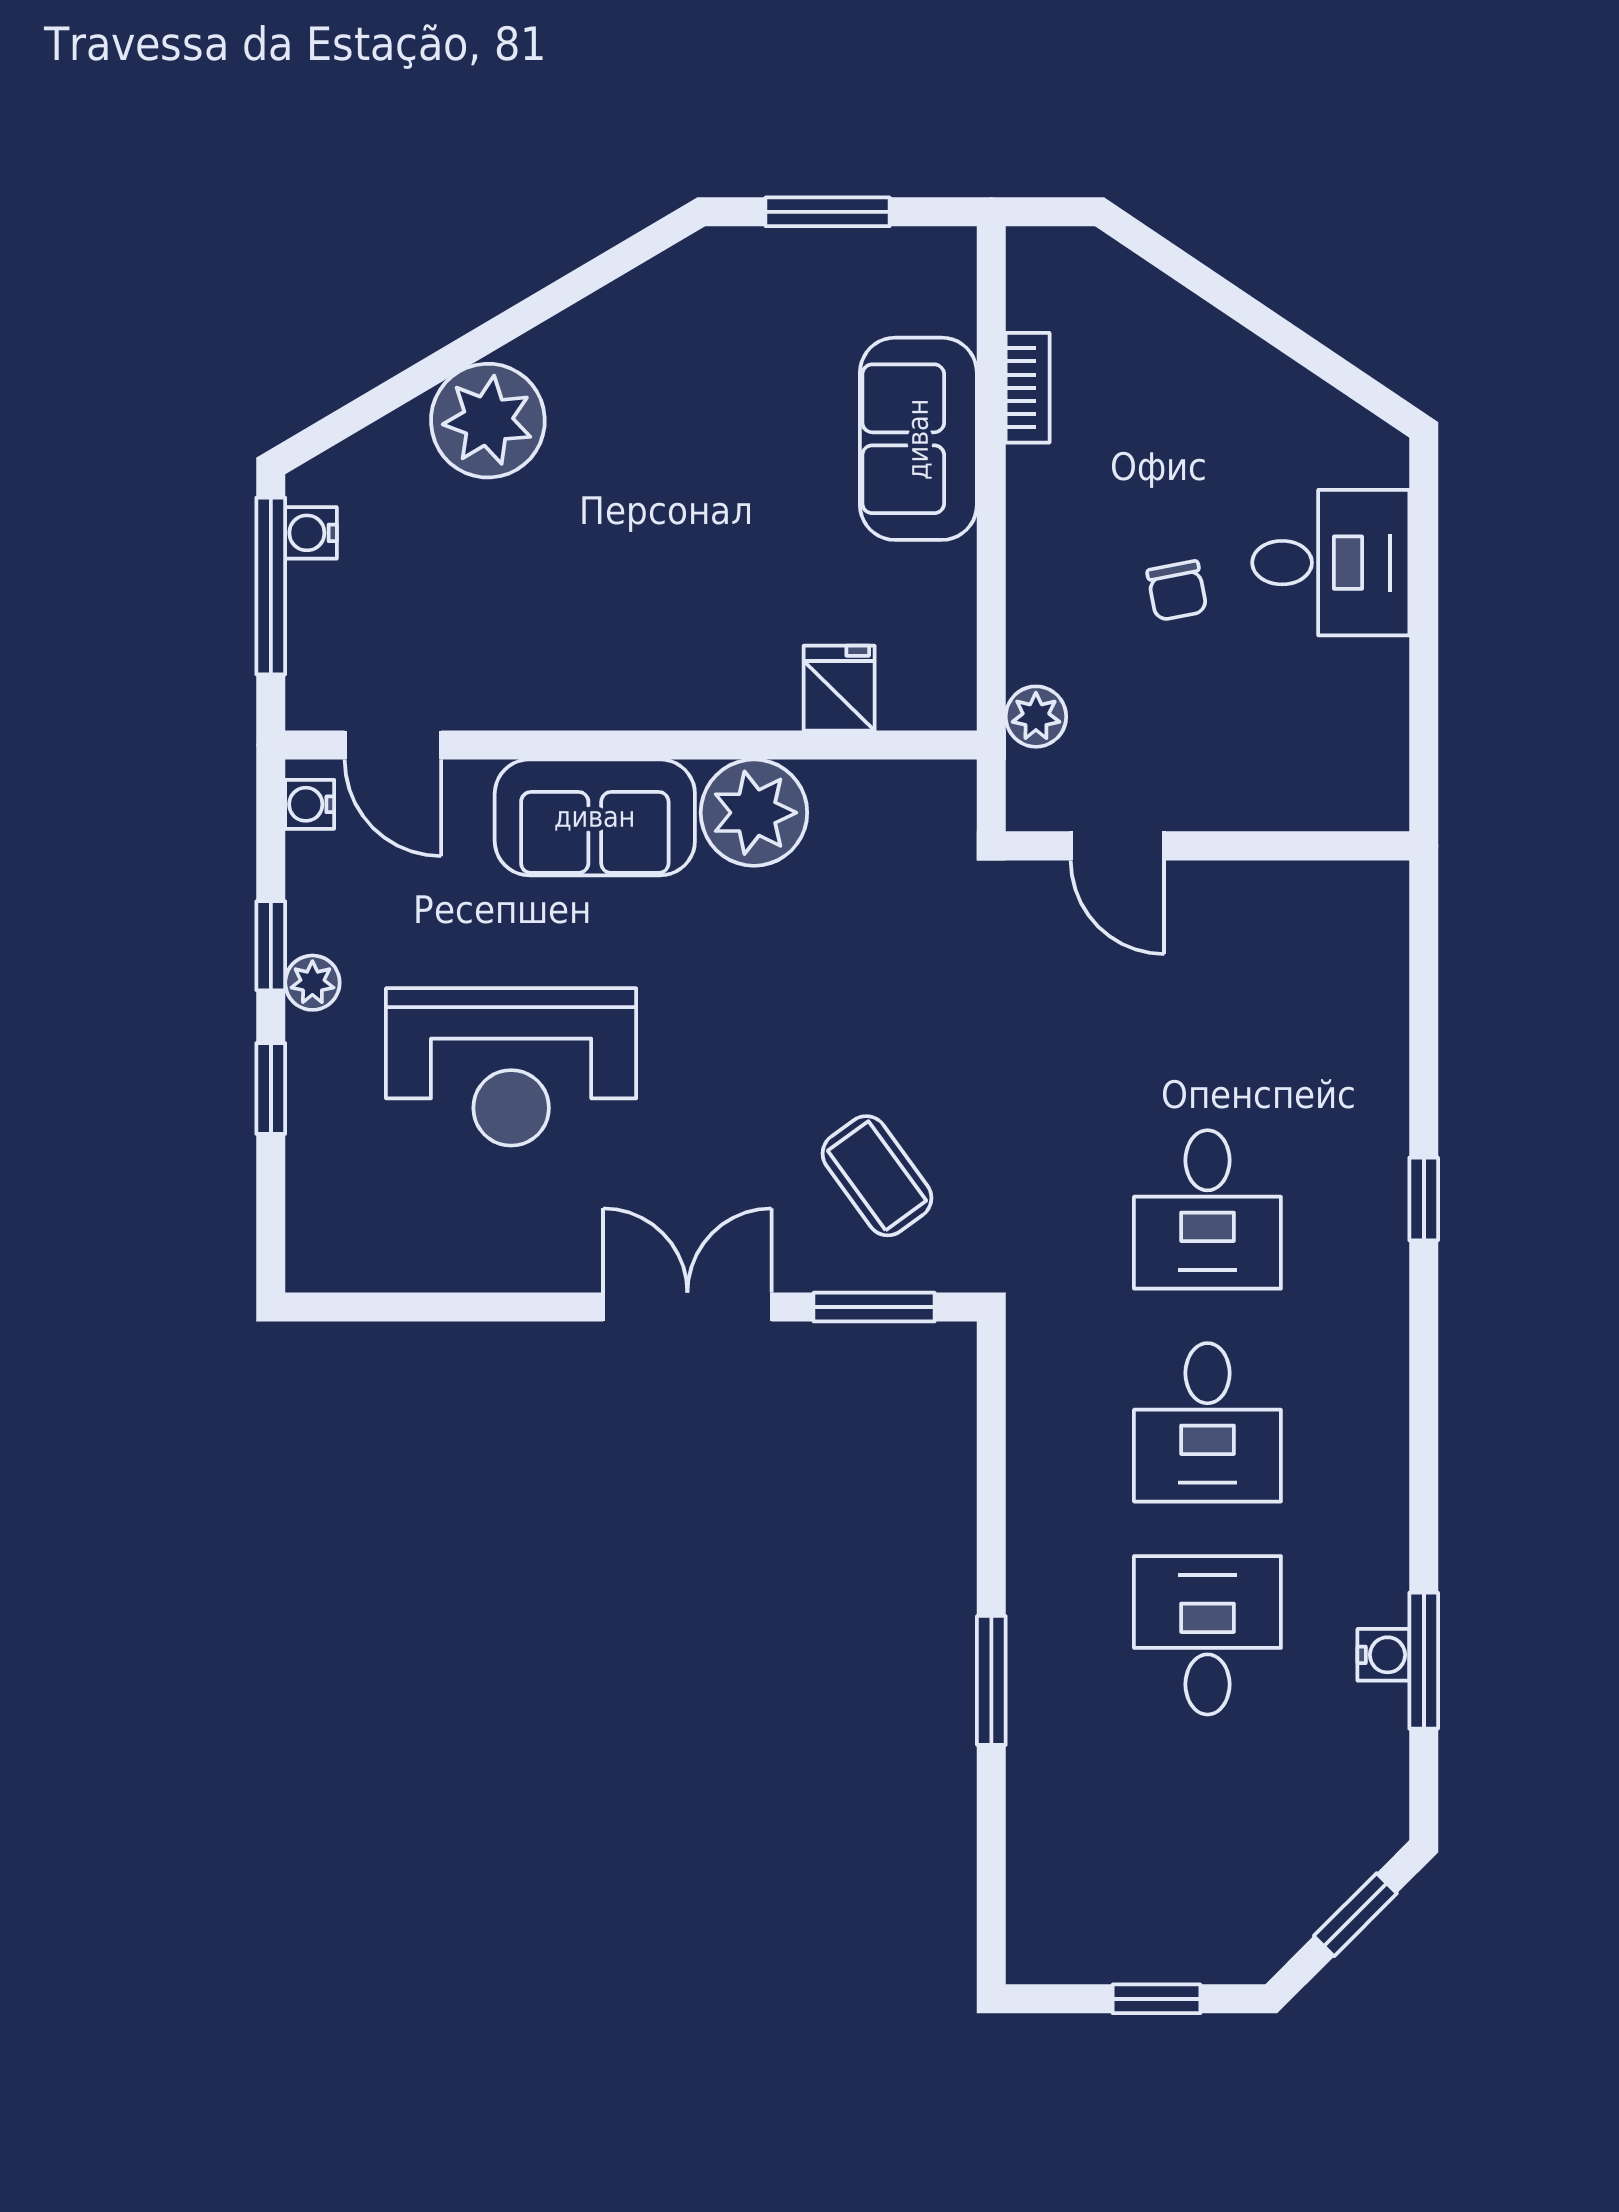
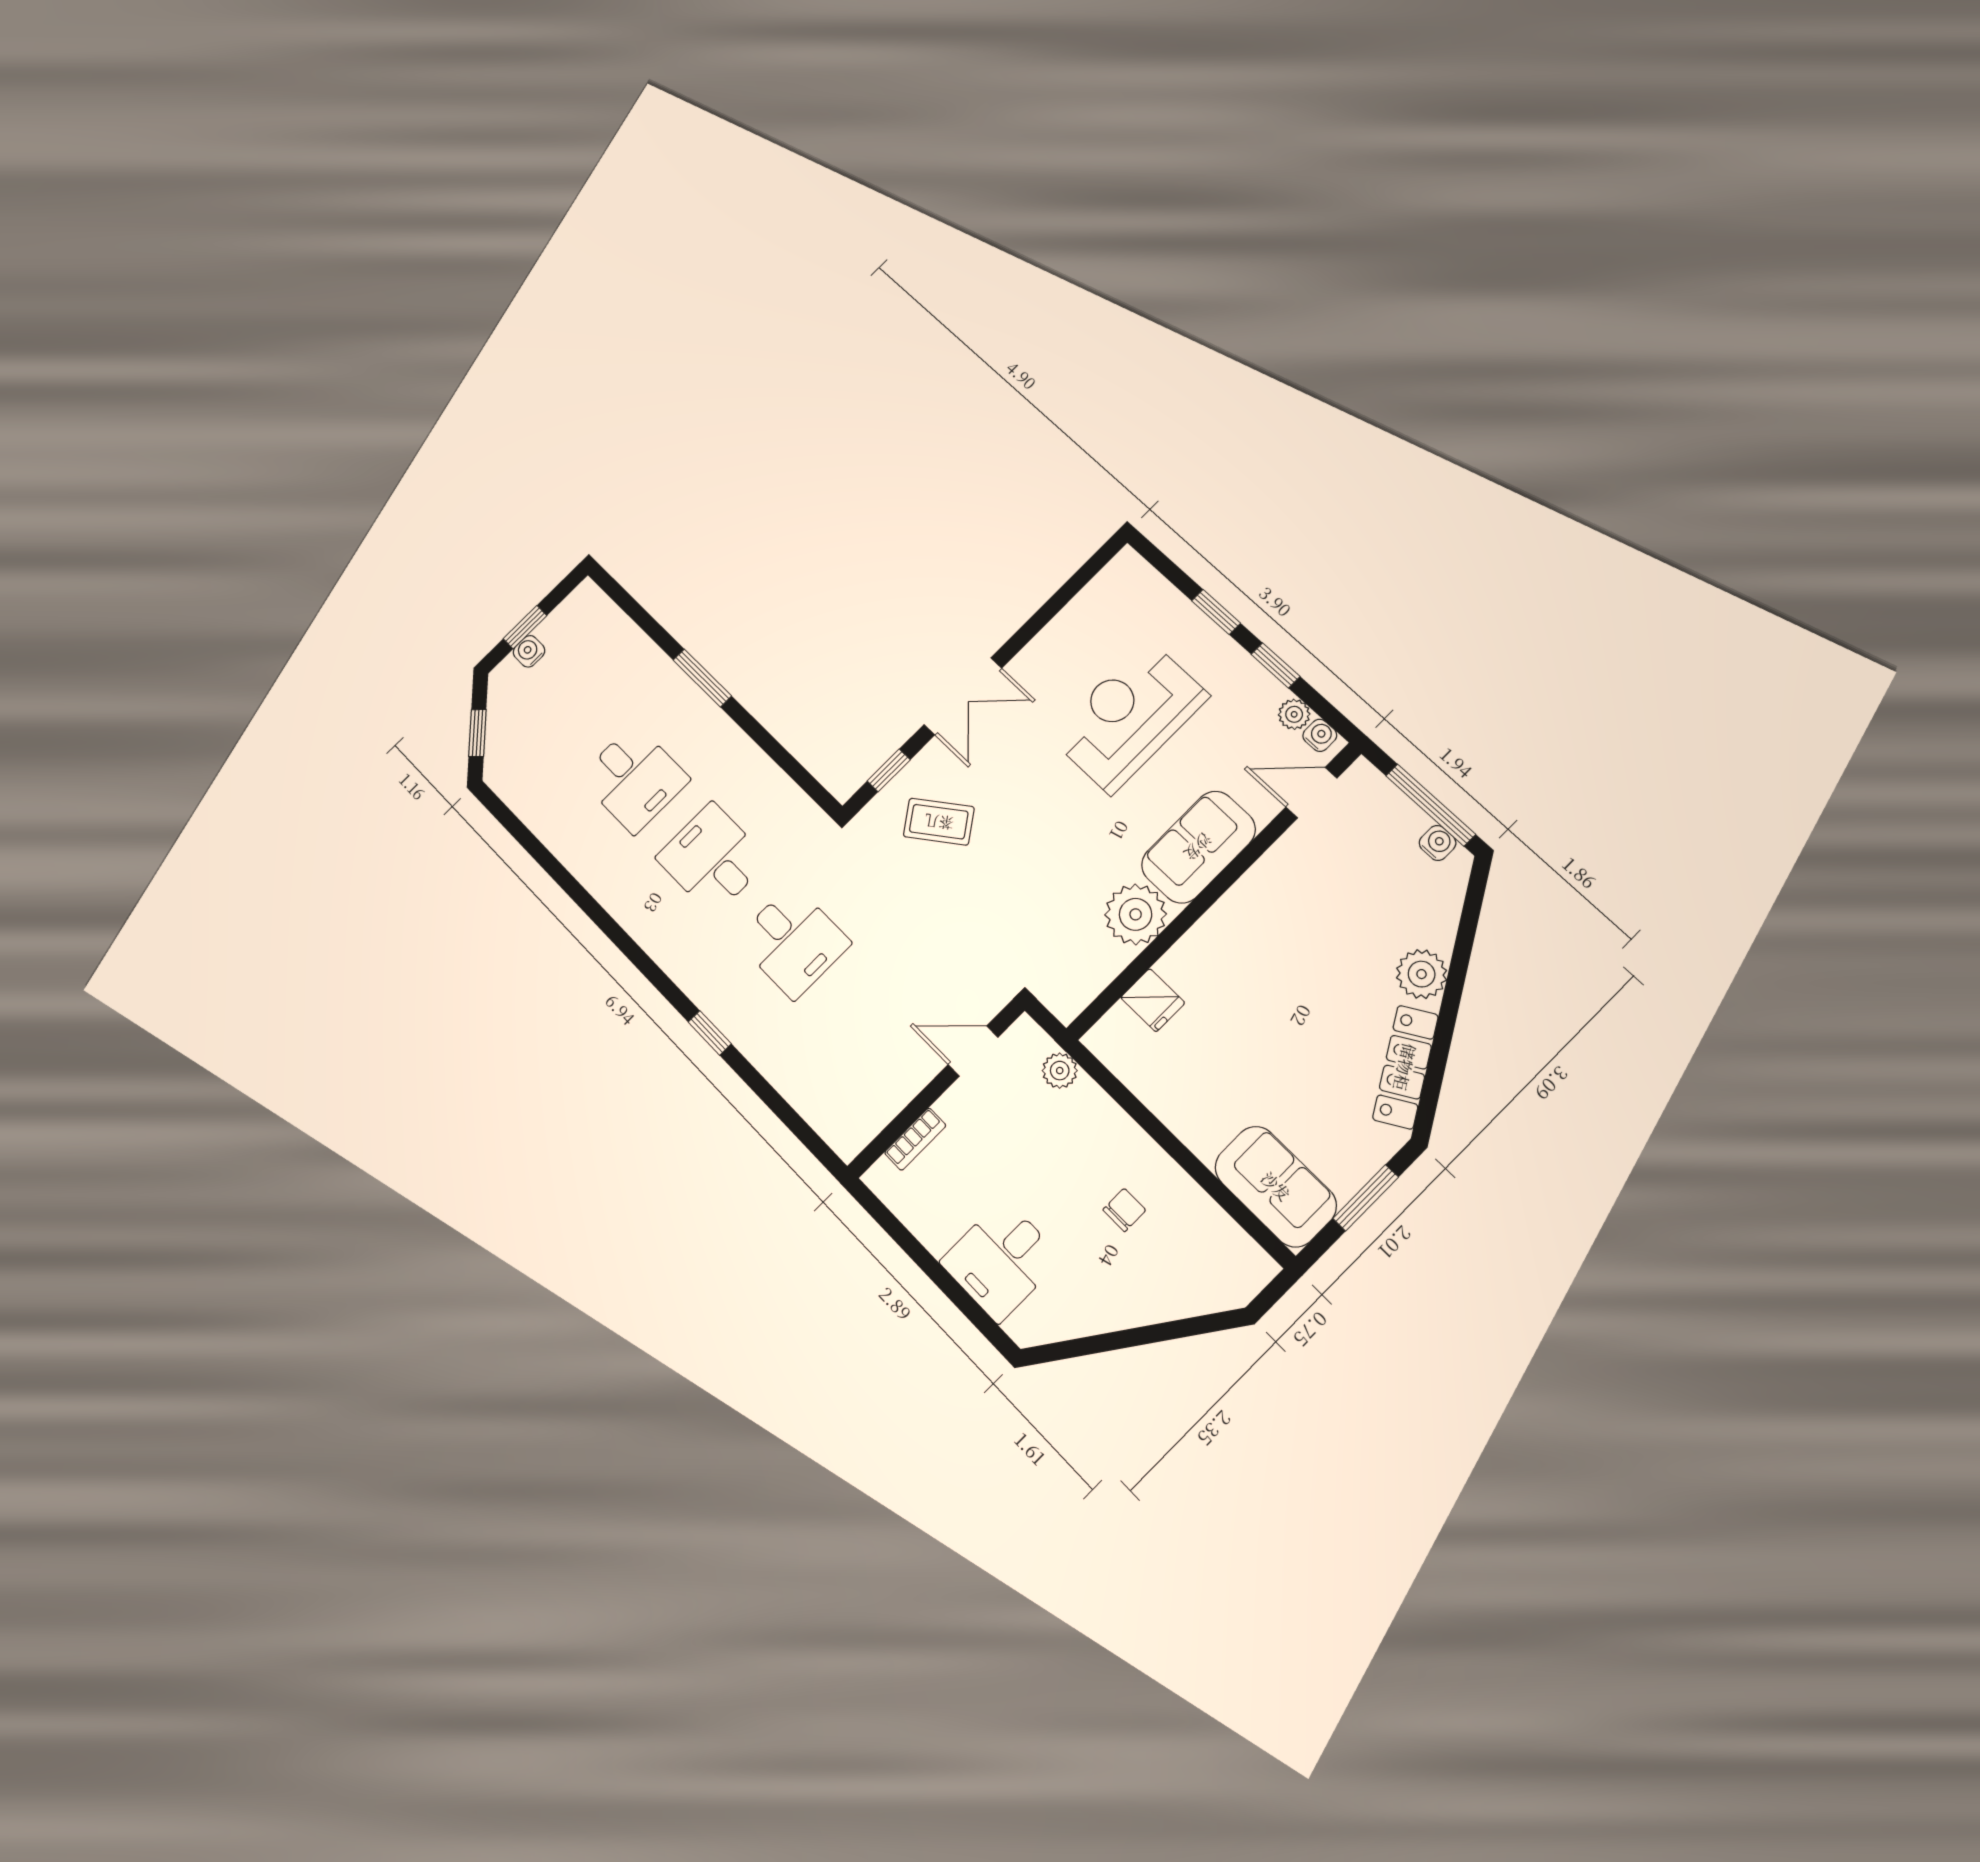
locker: (625, 313) -> (1405, 1067), added
bookcase: (1028, 388) -> (915, 1139), moved, turned -90
plant: (488, 421) -> (1422, 974), width x0.73, depth x0.73
sofa: (918, 439) -> (1276, 1186), moved
chair: (1177, 591) -> (1124, 1210), moved, turned 101
plant: (312, 983) -> (1294, 714), moved
desk: (1207, 1209) -> (793, 941), turned 180
window: (874, 1307) -> (889, 770), width x0.67
water cooler: (1383, 1655) -> (529, 651), moved, turned 90
window: (1424, 1661) -> (540, 853), removed

